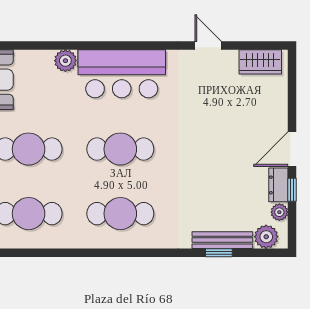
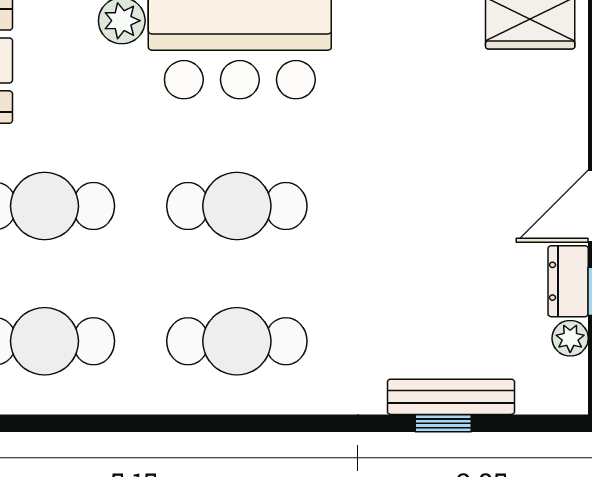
plant: (266, 237) -> (543, 390), removed

